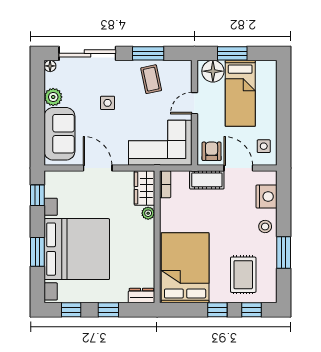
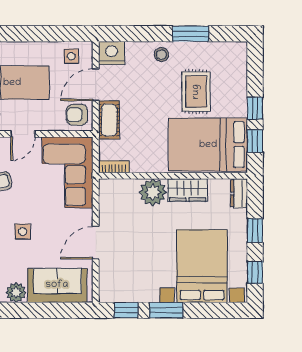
door: (194, 103) -> (23, 134), hinge flipped
wardrobe: (144, 188) -> (187, 190), moved
nightstand: (266, 196) -> (112, 53), moved
plant: (148, 213) -> (153, 192), width x1.87, depth x1.87
bed with nightstands: (77, 249) -> (202, 266), width x0.73
window: (37, 252) -> (166, 310), moved
rug: (243, 275) -> (196, 92), moved, turned 90
window: (251, 310) -> (255, 141), moved

